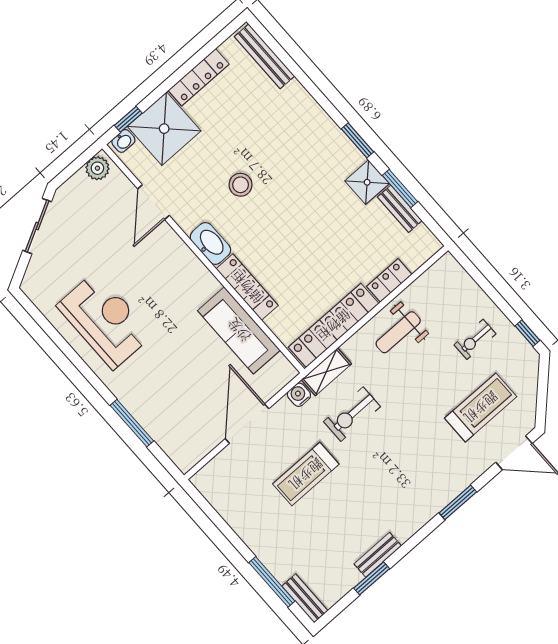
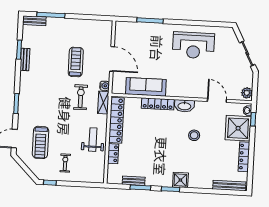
shower: (367, 182) -> (180, 180), moved

